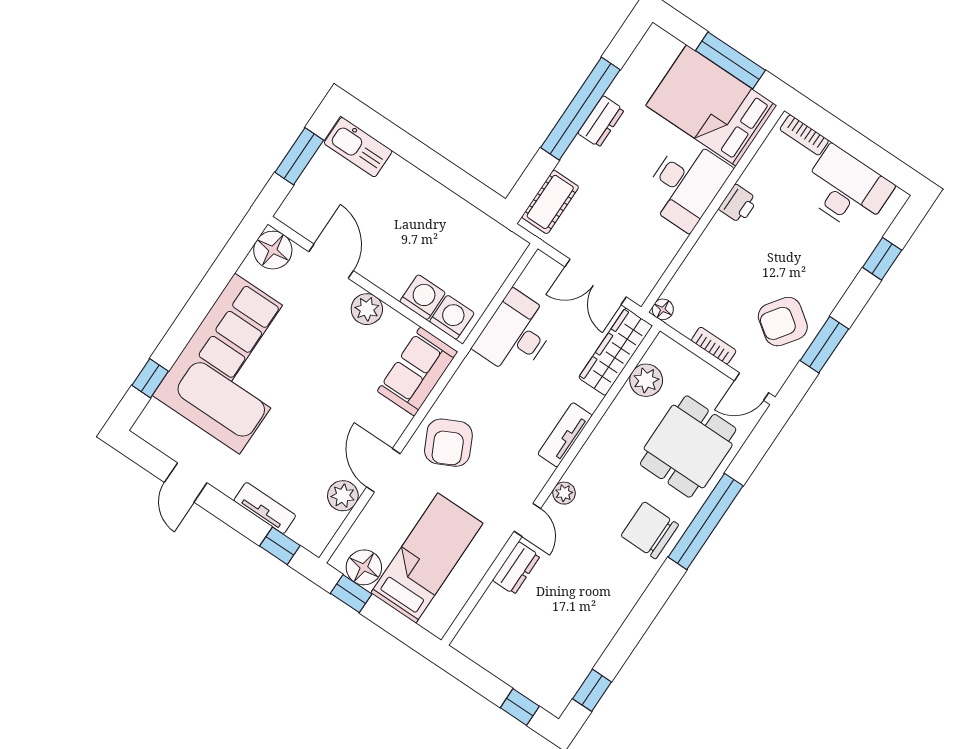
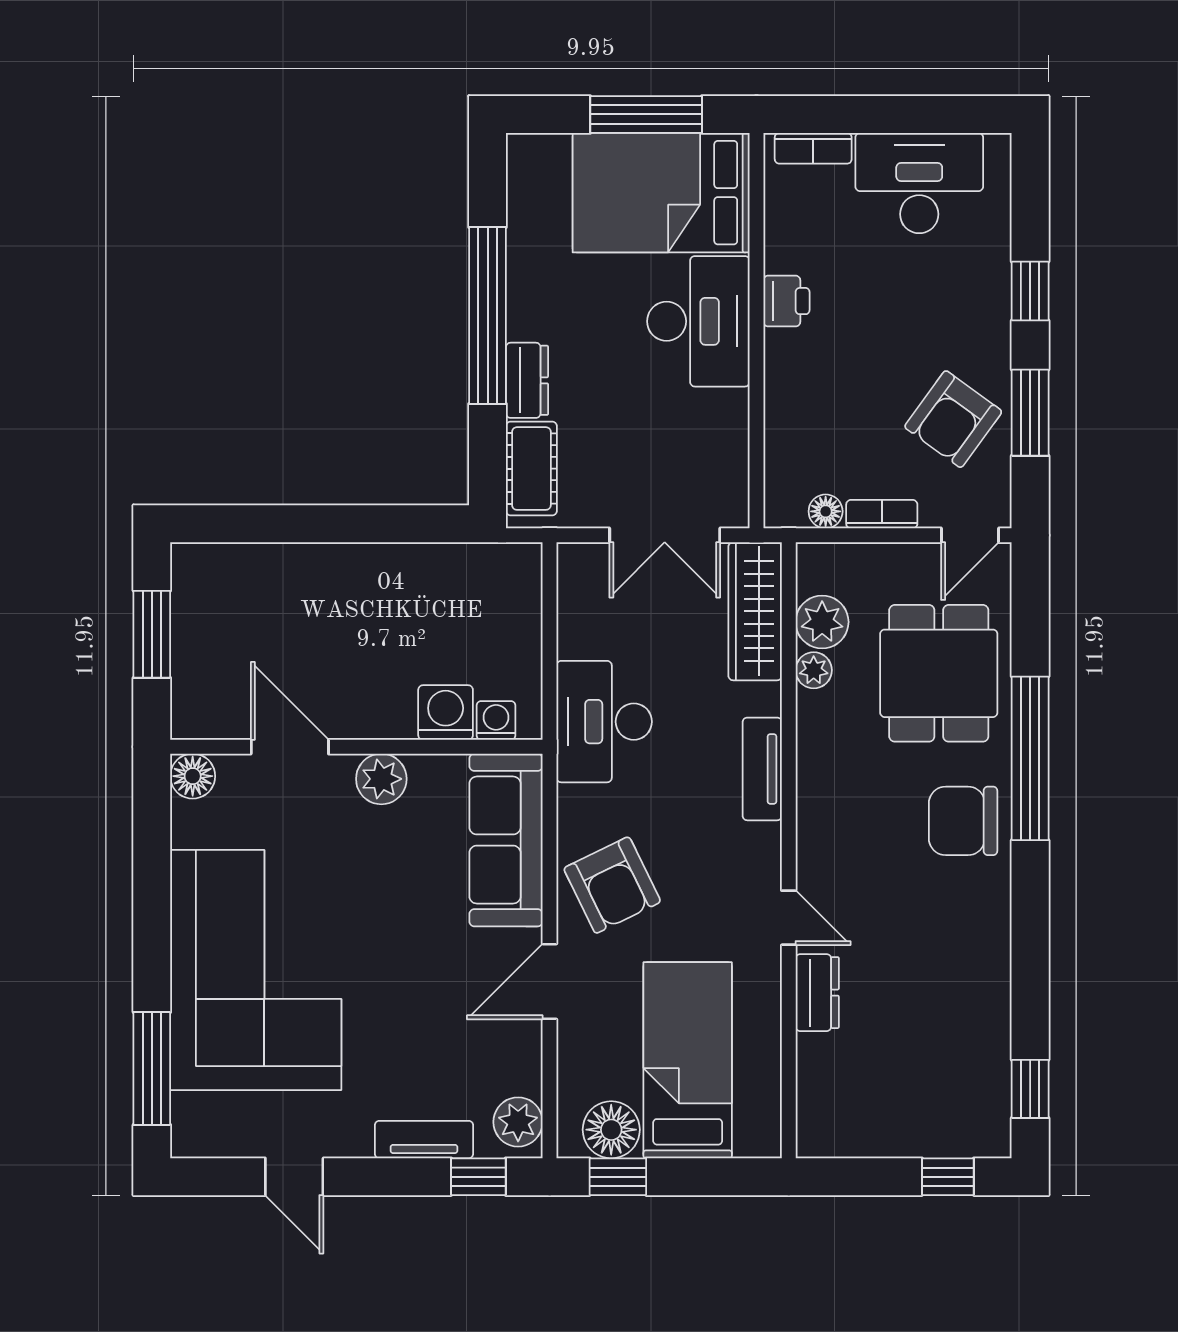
dresser: (601, 122) -> (527, 380), moved
kitchen sink: (358, 147) -> (223, 569), removed
floor lamp: (273, 250) -> (193, 776), width x0.73, depth x0.73
window: (882, 259) -> (1030, 291), moved
floor lamp: (663, 309) -> (826, 511), moved
washing machine: (452, 317) -> (496, 720), width x0.73, depth x0.73
desk: (516, 334) -> (604, 722), moved
sofa: (417, 371) -> (506, 840), width x1.36
window: (150, 378) -> (152, 1068), width x2.17
door: (383, 470) -> (550, 981), hinge flipped
plant: (564, 493) -> (814, 670), moved
plant: (343, 496) -> (518, 1122), moved

